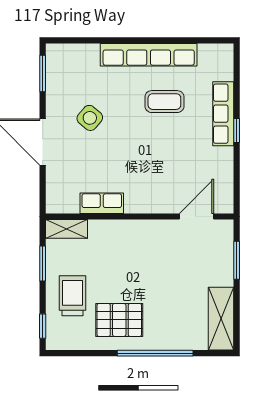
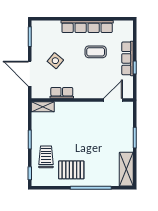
row of seats: (102, 203) -> (62, 93), moved
wall: (140, 217) -> (82, 100), moved
door: (197, 217) -> (113, 100), moved
shelving: (67, 229) -> (43, 107), moved

